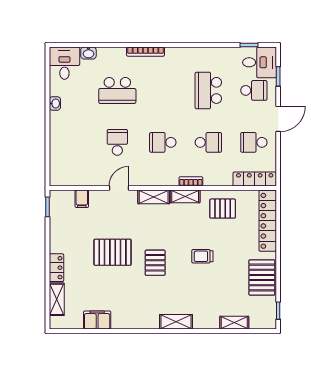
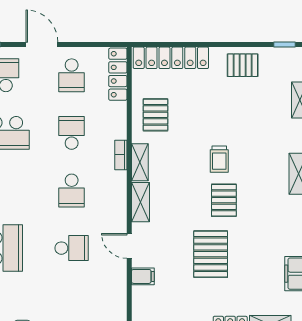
school desk: (117, 142) -> (72, 248), turned 180
filing cabinet: (82, 199) -> (143, 276), moved
trolley: (202, 256) -> (219, 159), moved
pallet: (155, 263) -> (224, 200), turned 90
pallet: (262, 277) -> (243, 65), width x0.67, depth x0.71

